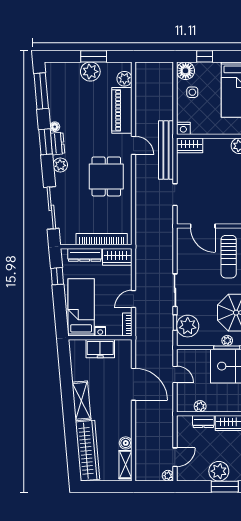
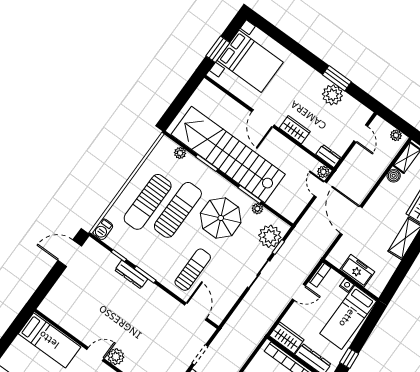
plant: (227, 341) -> (257, 209), moved
door: (175, 374) -> (320, 189), moved
plant: (200, 406) -> (323, 172), moved
dresser: (203, 421) -> (328, 156), moved
door: (175, 457) -> (361, 134), swing flipped
plant: (168, 476) -> (396, 135), moved

